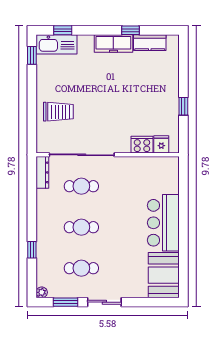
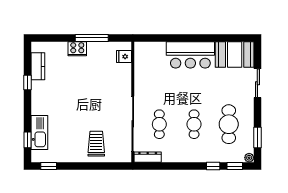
freezer: (113, 43) -> (39, 97), removed
kitchen sink: (57, 44) -> (39, 133), moved
window: (183, 106) -> (92, 38), width x2.17
cooker: (142, 145) -> (77, 49), moved, turned -90
cafe table: (81, 268) -> (229, 124), width x1.37, depth x1.35
window: (32, 275) -> (235, 166), added
sliding door: (104, 302) -> (257, 83), moved

